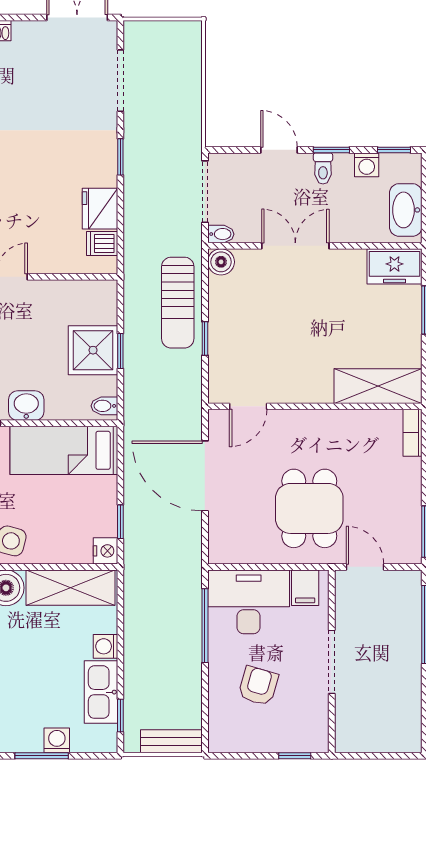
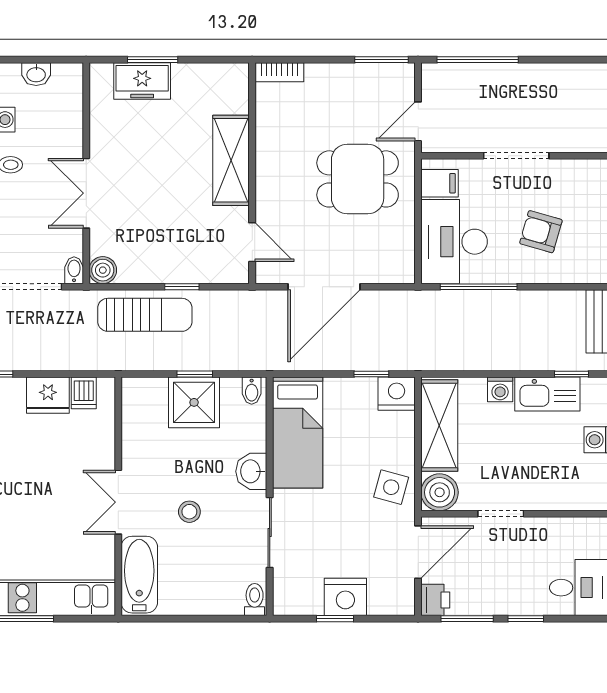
washbasin: (406, 210) -> (36, 74), width x0.52, depth x0.69
freezer: (394, 266) -> (142, 81), moved, turned 90
shelving: (378, 386) -> (231, 160), moved
nightstand: (105, 551) -> (397, 394), width x1.36, depth x1.33

